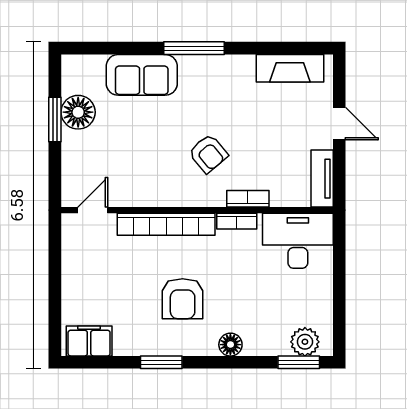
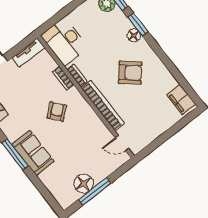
sofa: (142, 75) -> (33, 153), moved
window: (55, 119) -> (95, 191), width x1.44
armchair: (183, 299) -> (130, 73), turned 40
window: (161, 362) -> (138, 24), moved

